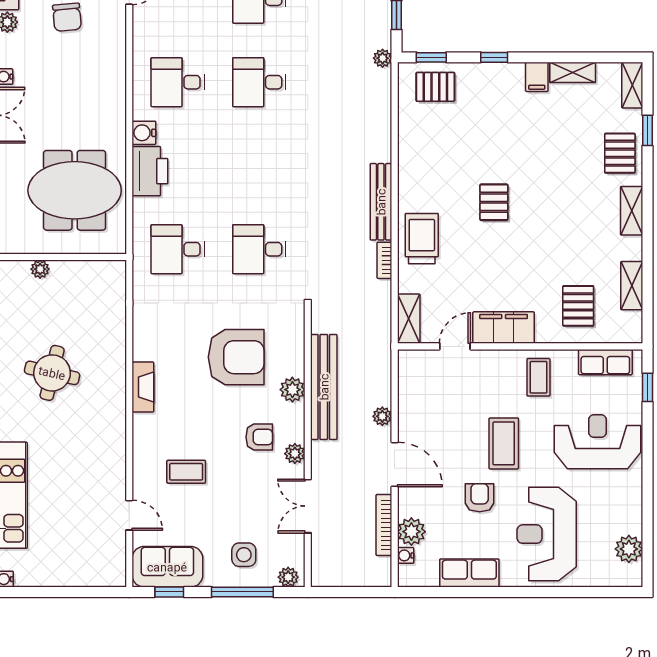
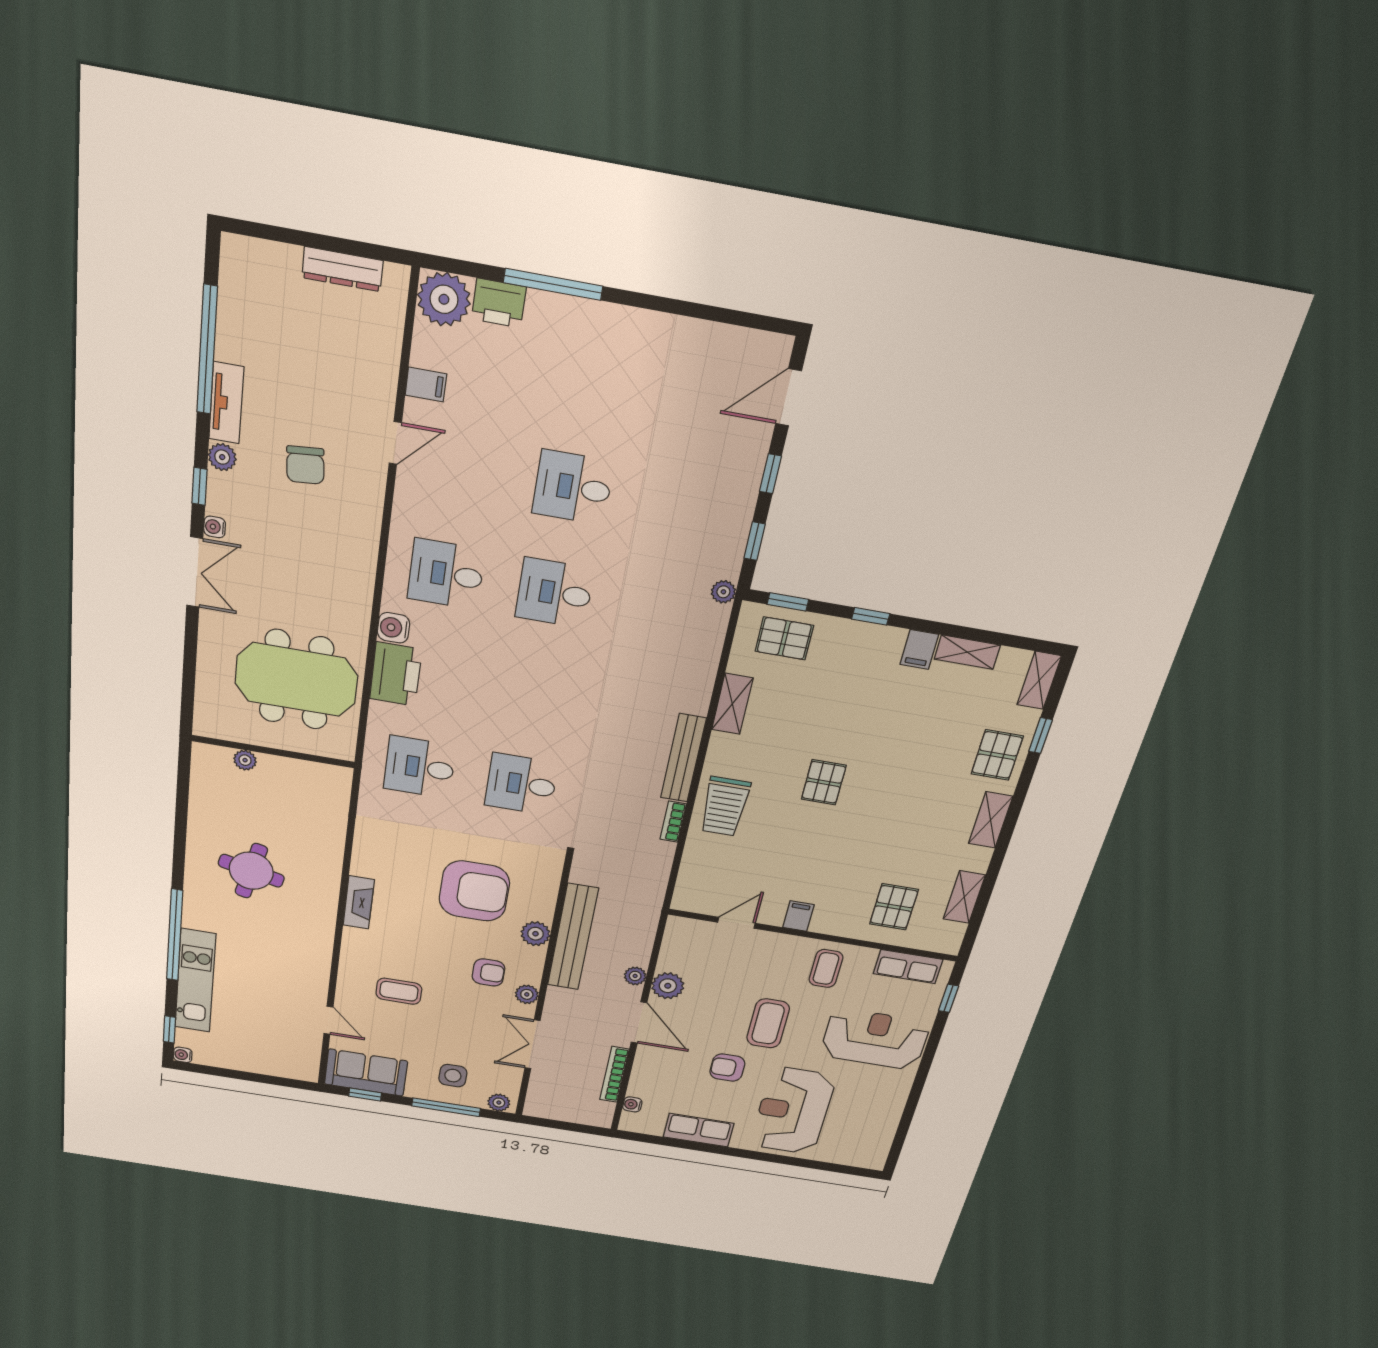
trolley: (422, 239) -> (725, 806), turned 180
shelving: (409, 319) -> (732, 704), moved
filing cabinet: (504, 328) -> (798, 916), width x0.33, depth x0.86
armchair: (480, 498) -> (727, 1068), turned -90
plant: (411, 532) -> (668, 986), moved
plant: (629, 549) -> (879, 1137), removed

